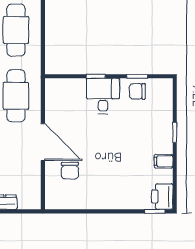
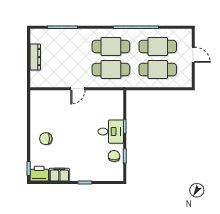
door: (43, 142) -> (78, 89), width x0.53
filing cabinet: (164, 161) -> (59, 175), width x2.00
chair: (70, 171) -> (46, 139), moved

